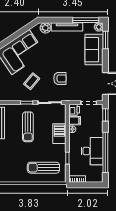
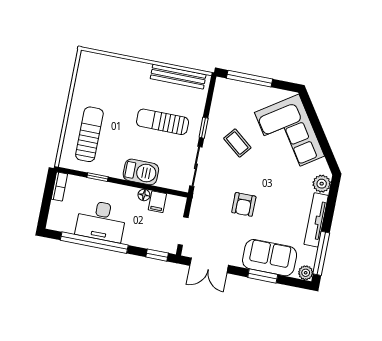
window: (105, 40) -> (263, 276), moved
armchair: (60, 78) -> (244, 204), moved
printer: (74, 110) -> (176, 204), removed

